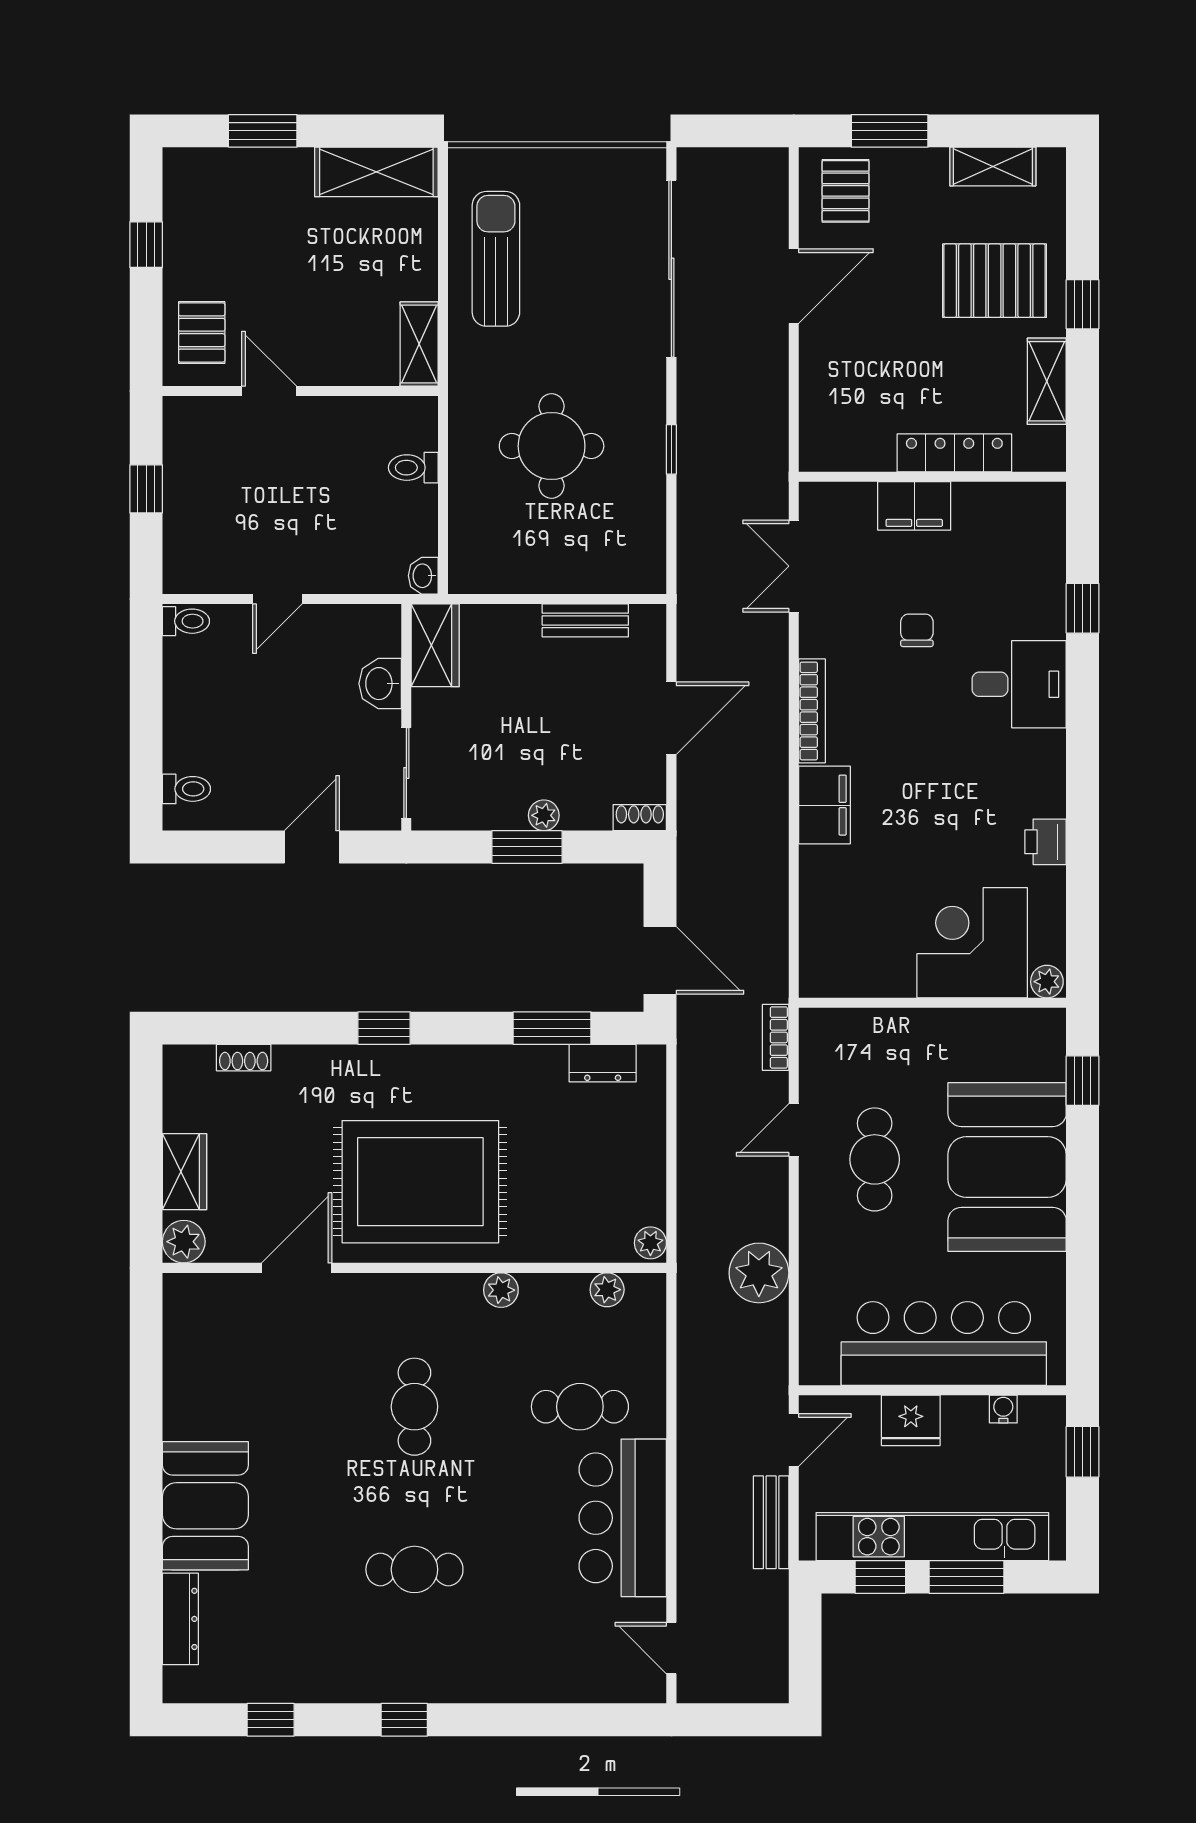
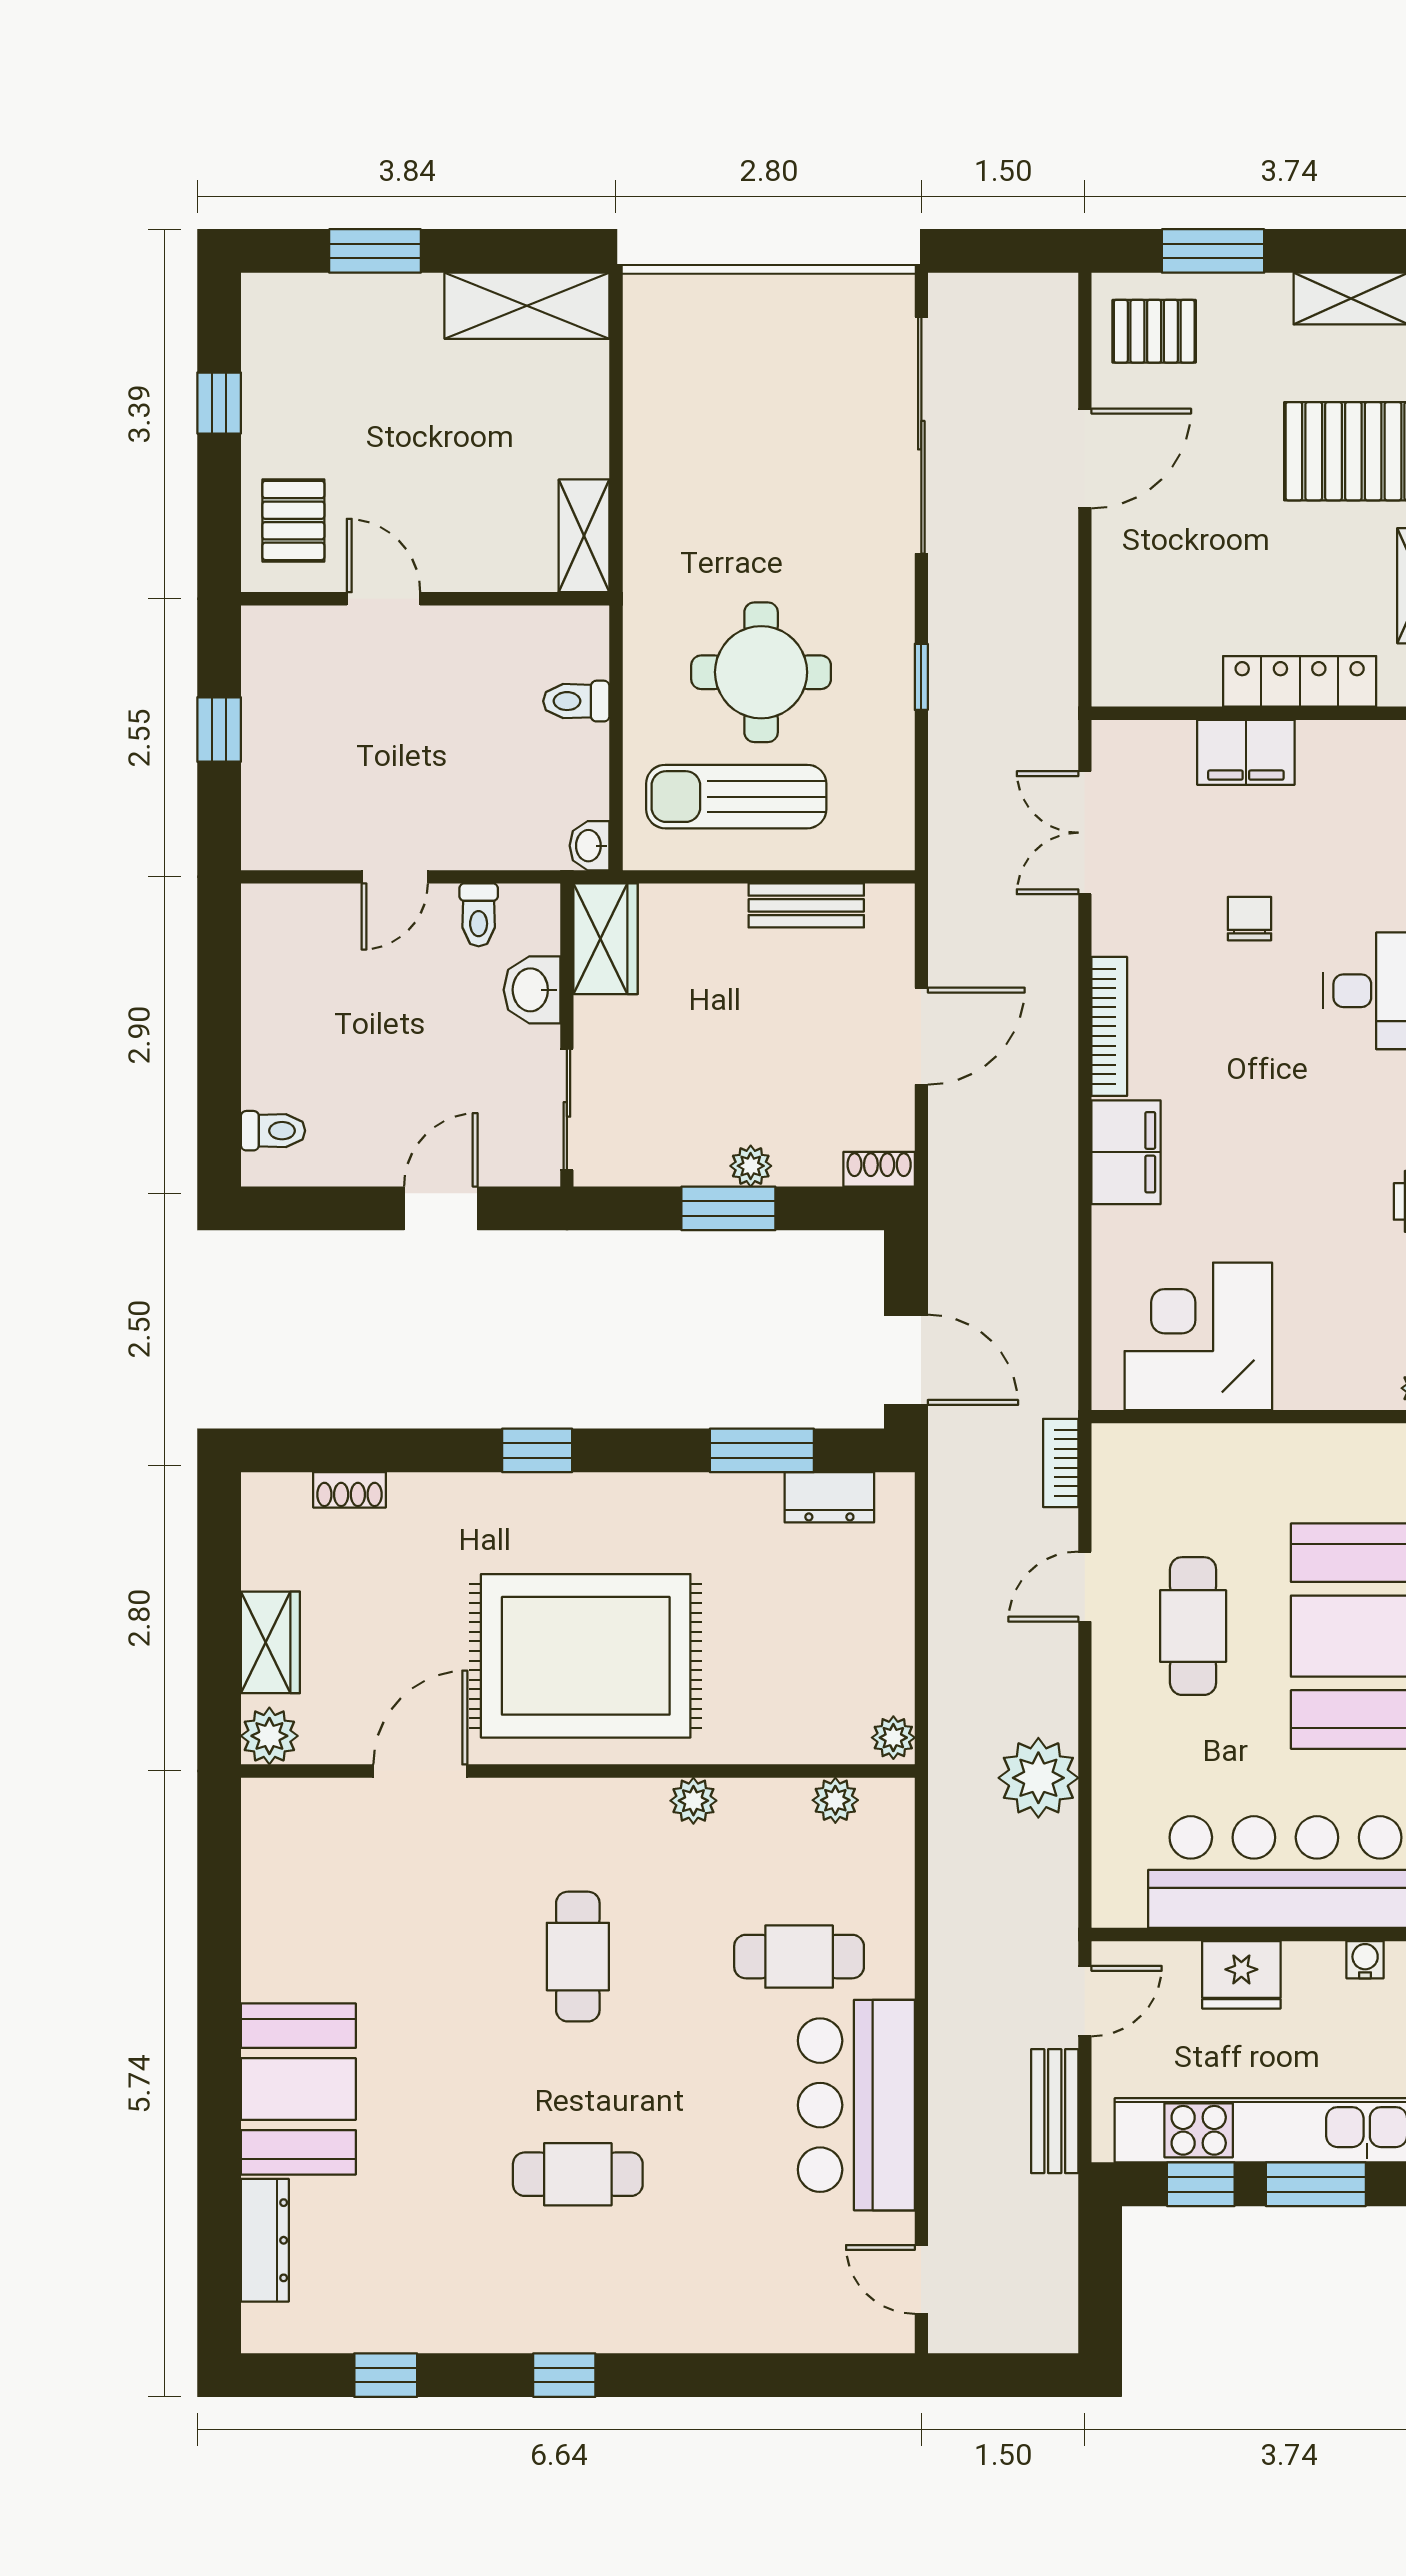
pallet: (846, 191) -> (1154, 331), turned 90
sun lounger: (496, 259) -> (736, 797), moved, turned -90
toilet: (186, 621) -> (479, 915), moved, turned 90
corner desk: (972, 943) -> (1198, 1336), moved

